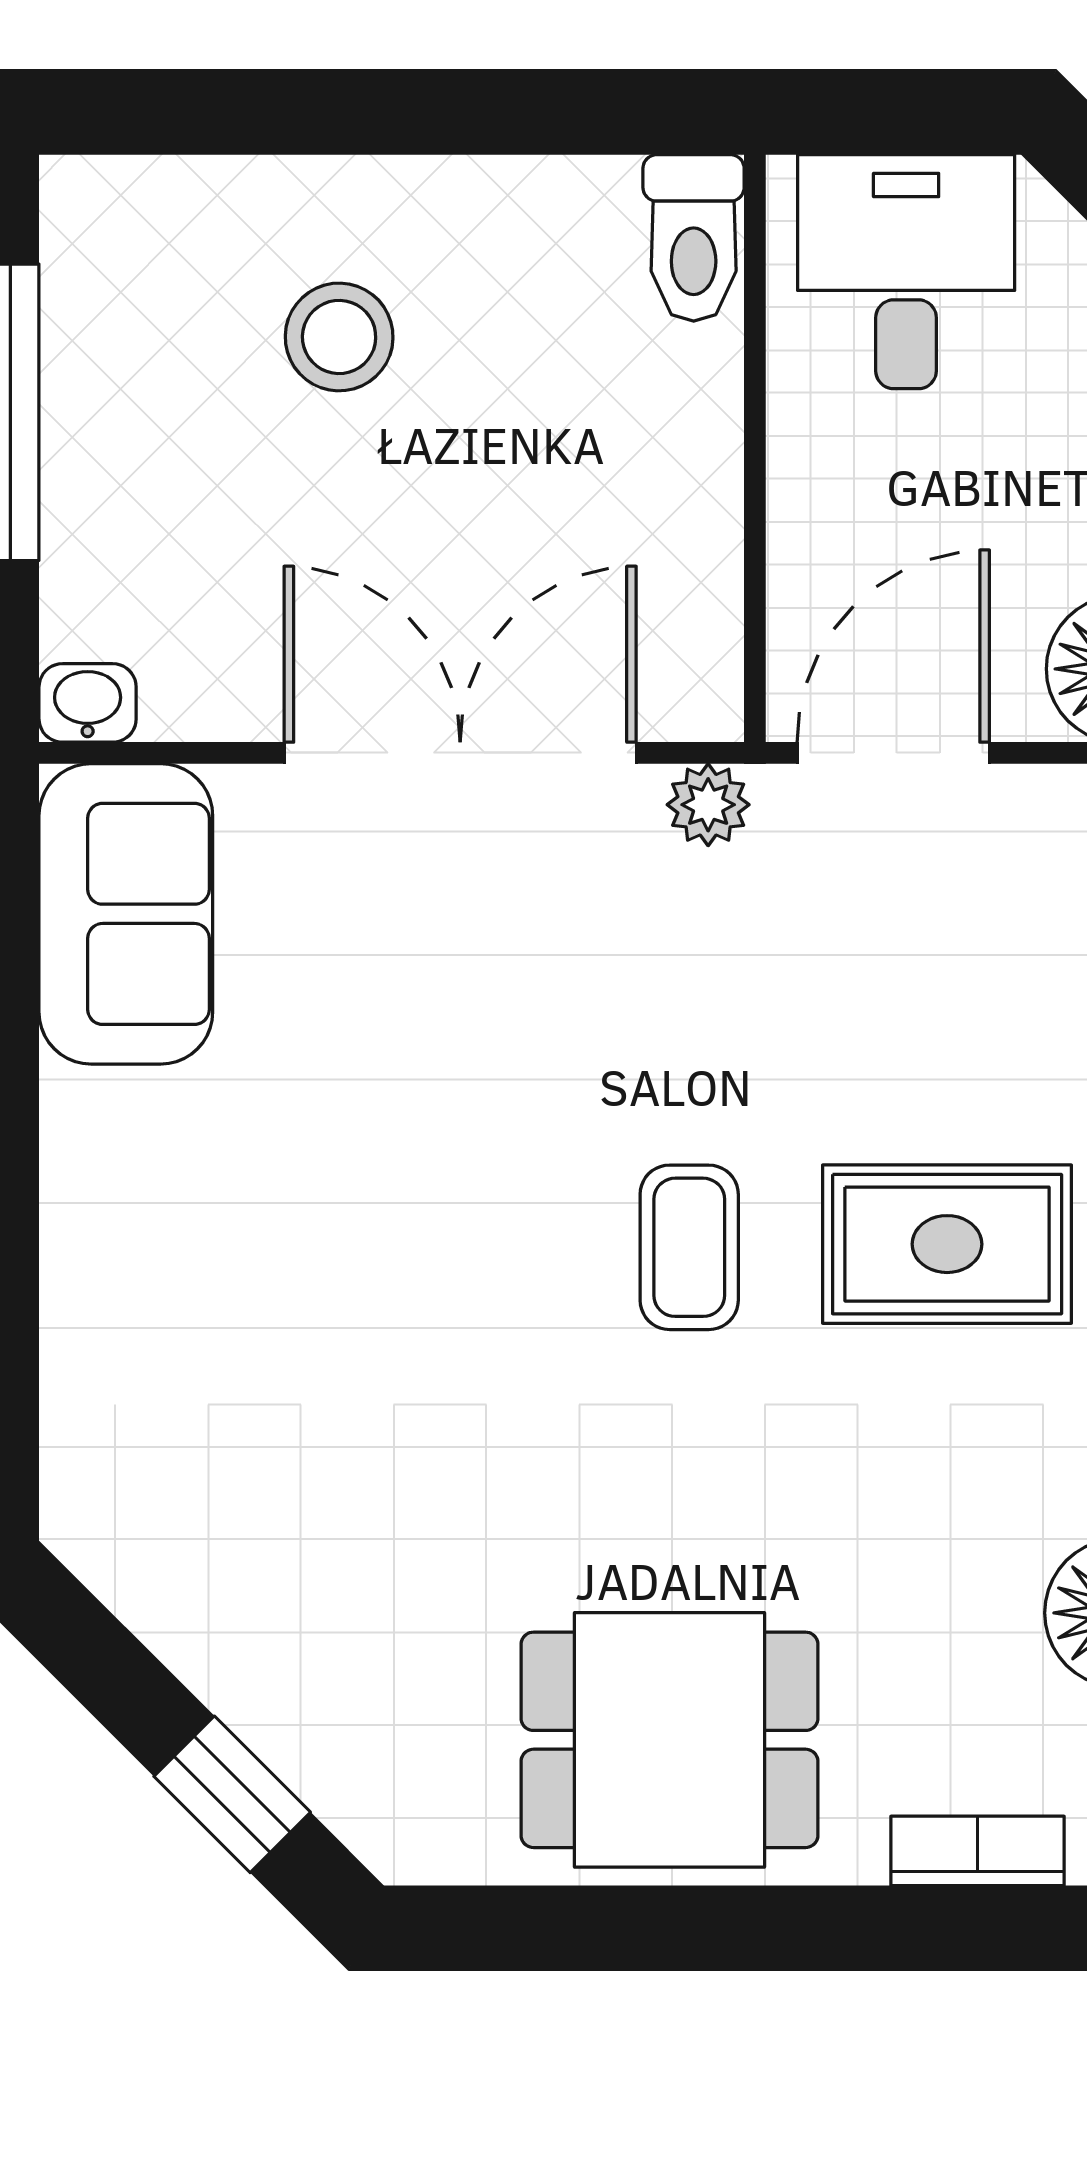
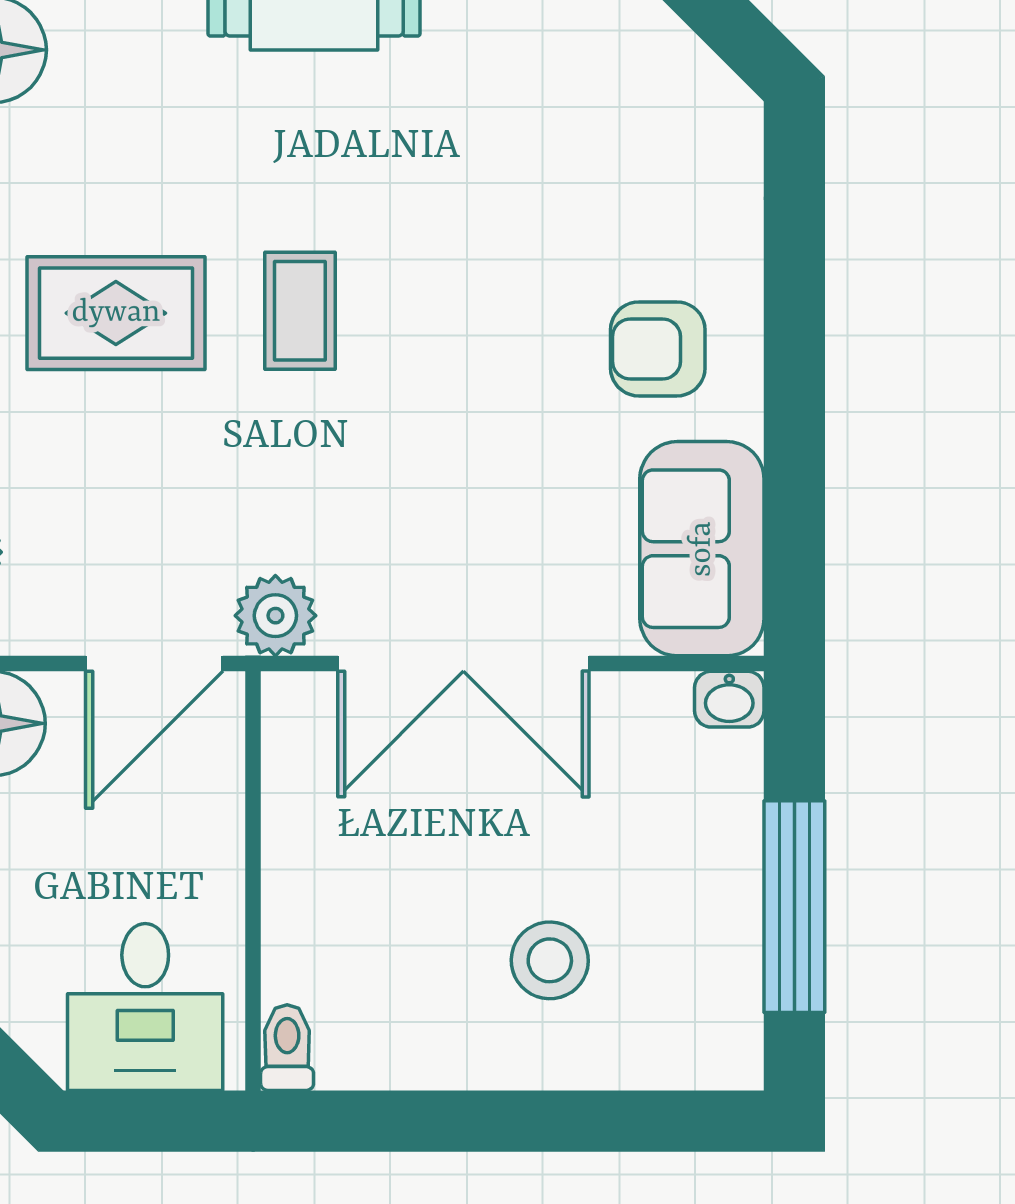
toilet: (694, 238) -> (287, 1048), width x0.73, depth x0.72
plant: (708, 805) -> (275, 616), width x1.38, depth x1.38
armchair: (188, 1194) -> (658, 349), added

